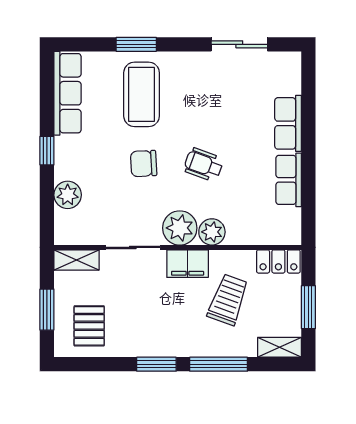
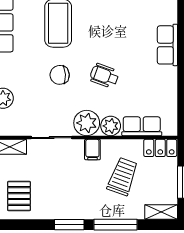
row of seats: (289, 180) -> (142, 126), moved, turned 90
filing cabinet: (188, 264) -> (92, 150), width x0.50

